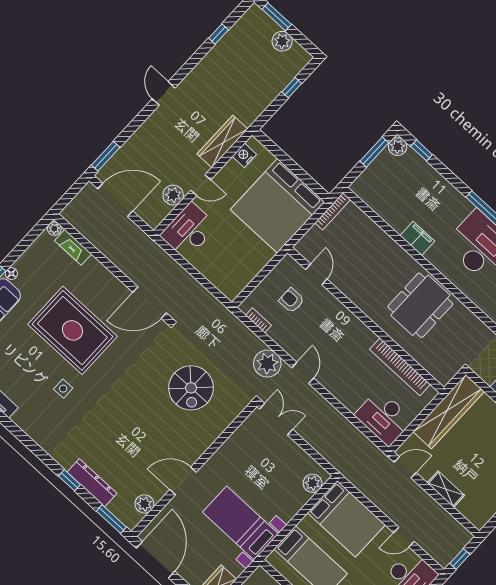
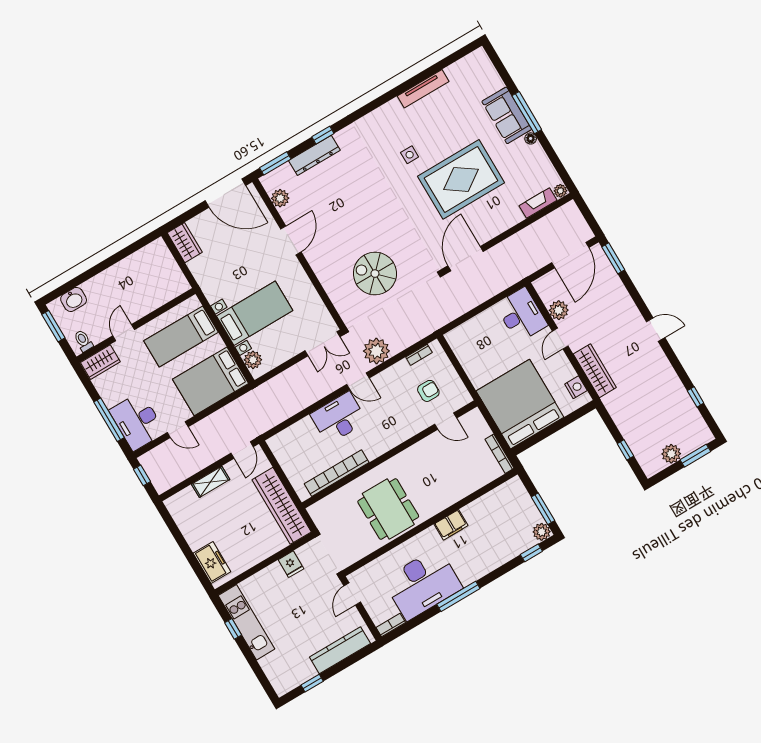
desk: (384, 417) -> (339, 418), moved
bed with nightstands: (240, 523) -> (255, 313), moved
door: (404, 537) -> (178, 430), swing flipped

